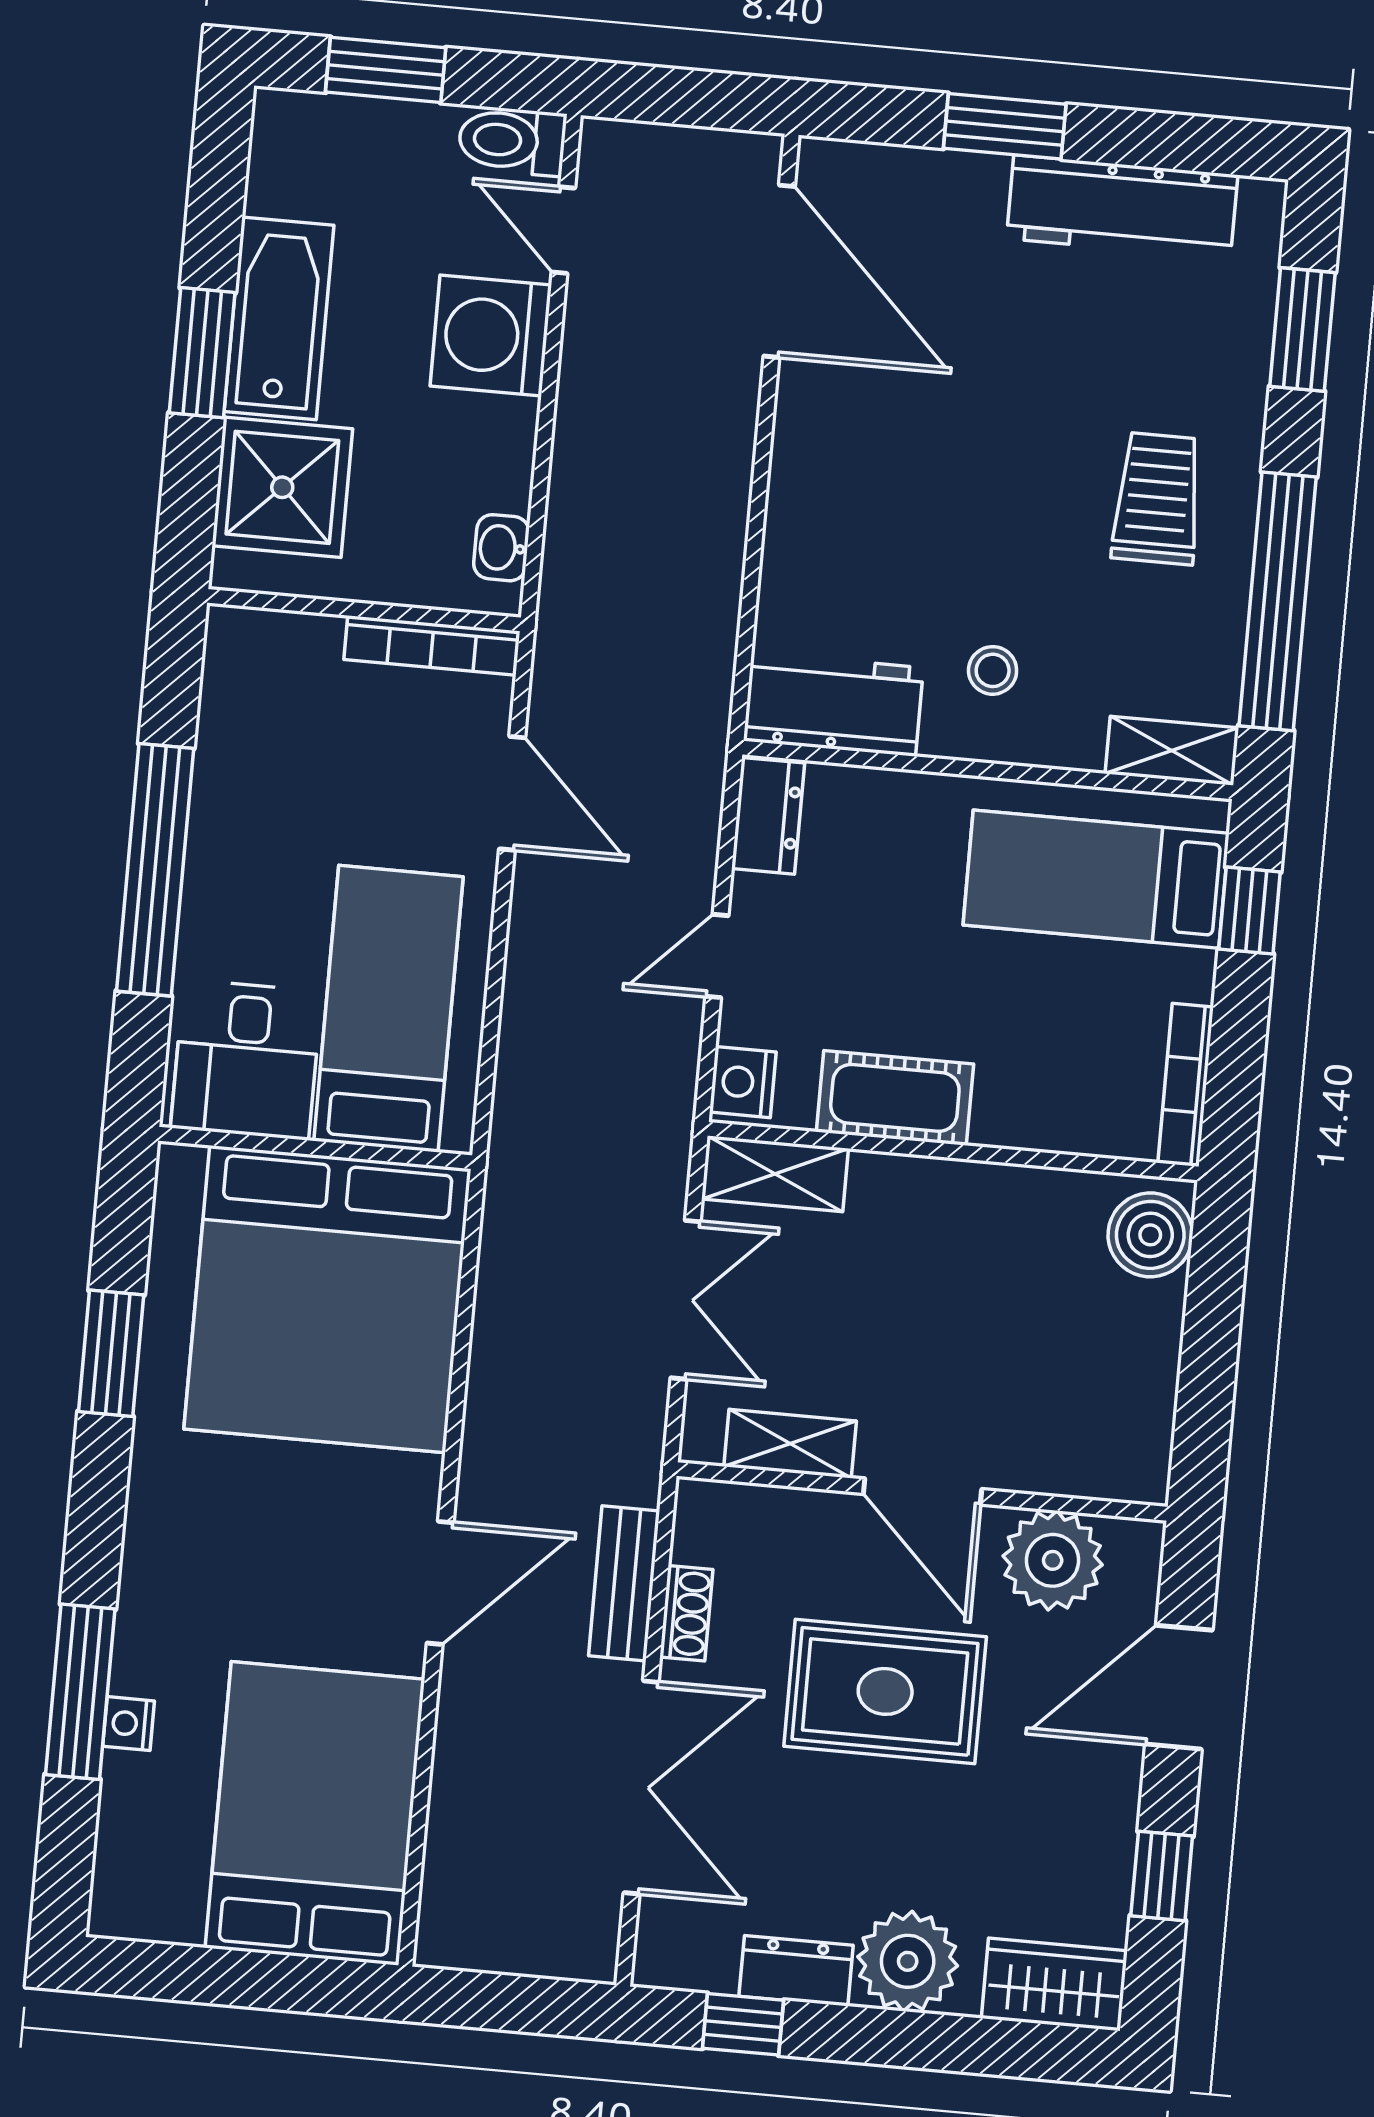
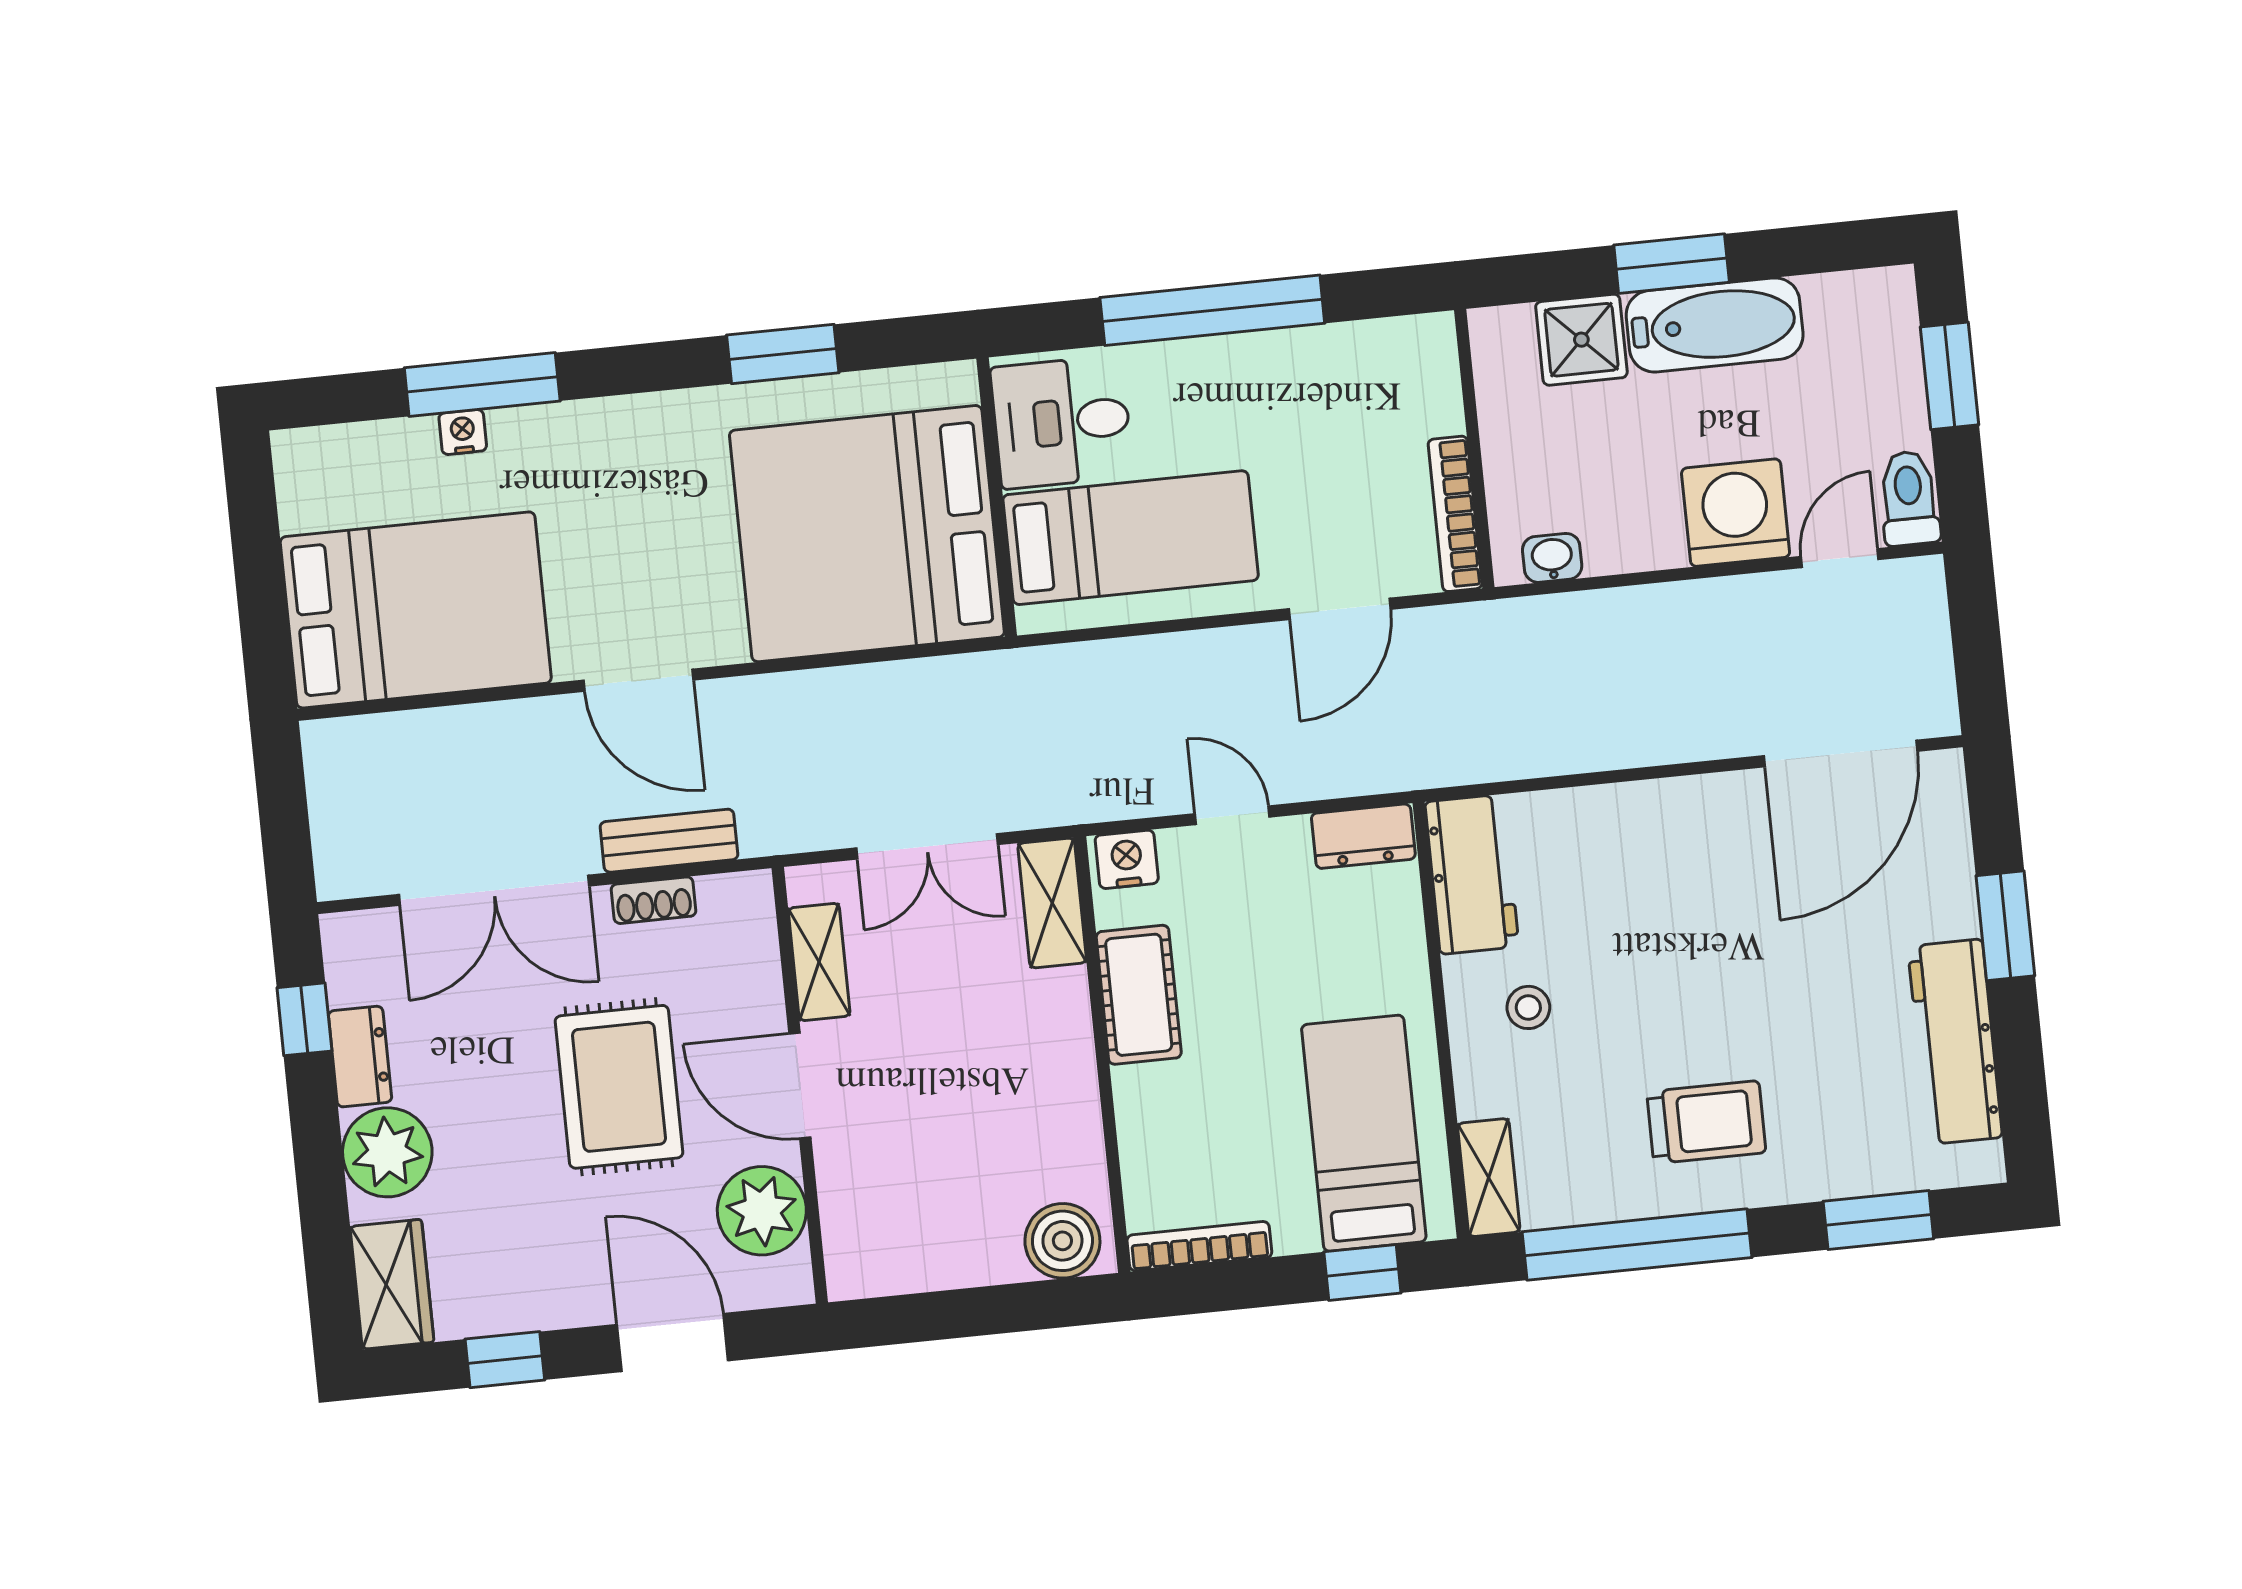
shower: (282, 487) -> (1581, 340), width x0.73, depth x0.73
door: (923, 1492) -> (800, 1086), hinge flipped

